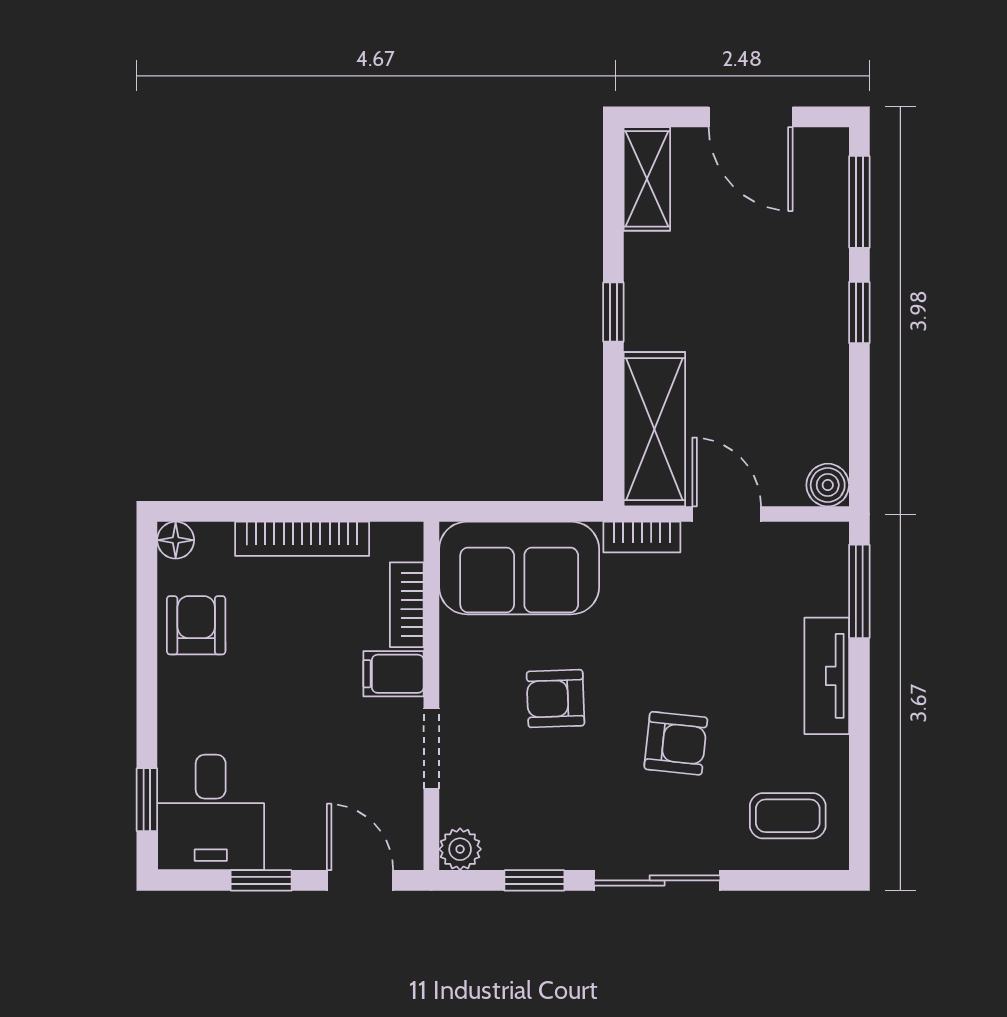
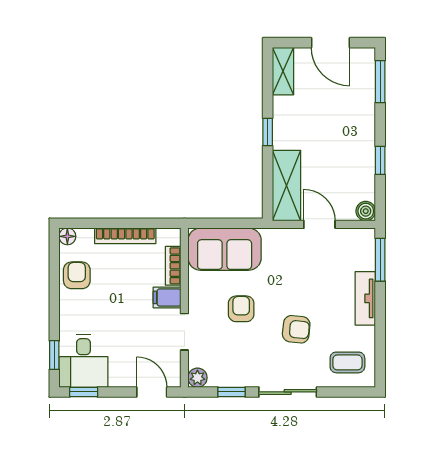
window: (859, 313) -> (380, 160), moved
bookcase: (642, 537) -> (281, 235), removed
armchair: (555, 699) -> (241, 309), turned 92
window: (261, 880) -> (84, 392), moved

